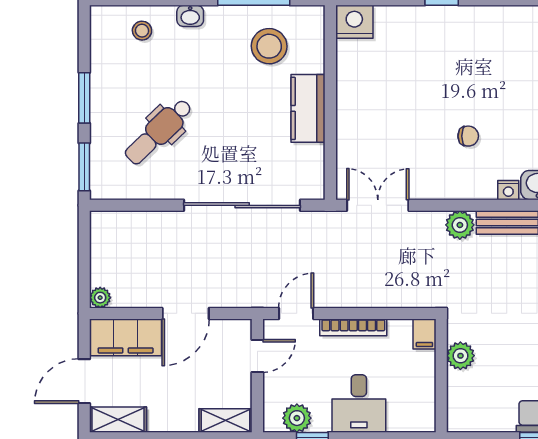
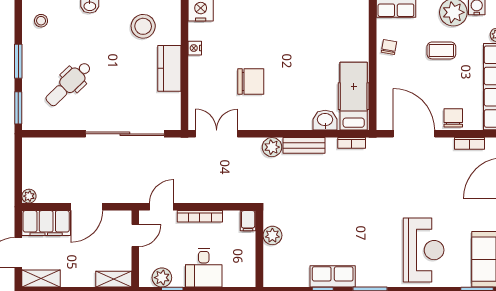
stool: (142, 31) -> (41, 21), moved
chair: (468, 136) -> (251, 82), moved, width x1.87, depth x1.87
nightstand: (508, 190) -> (195, 48), moved, turned 90

